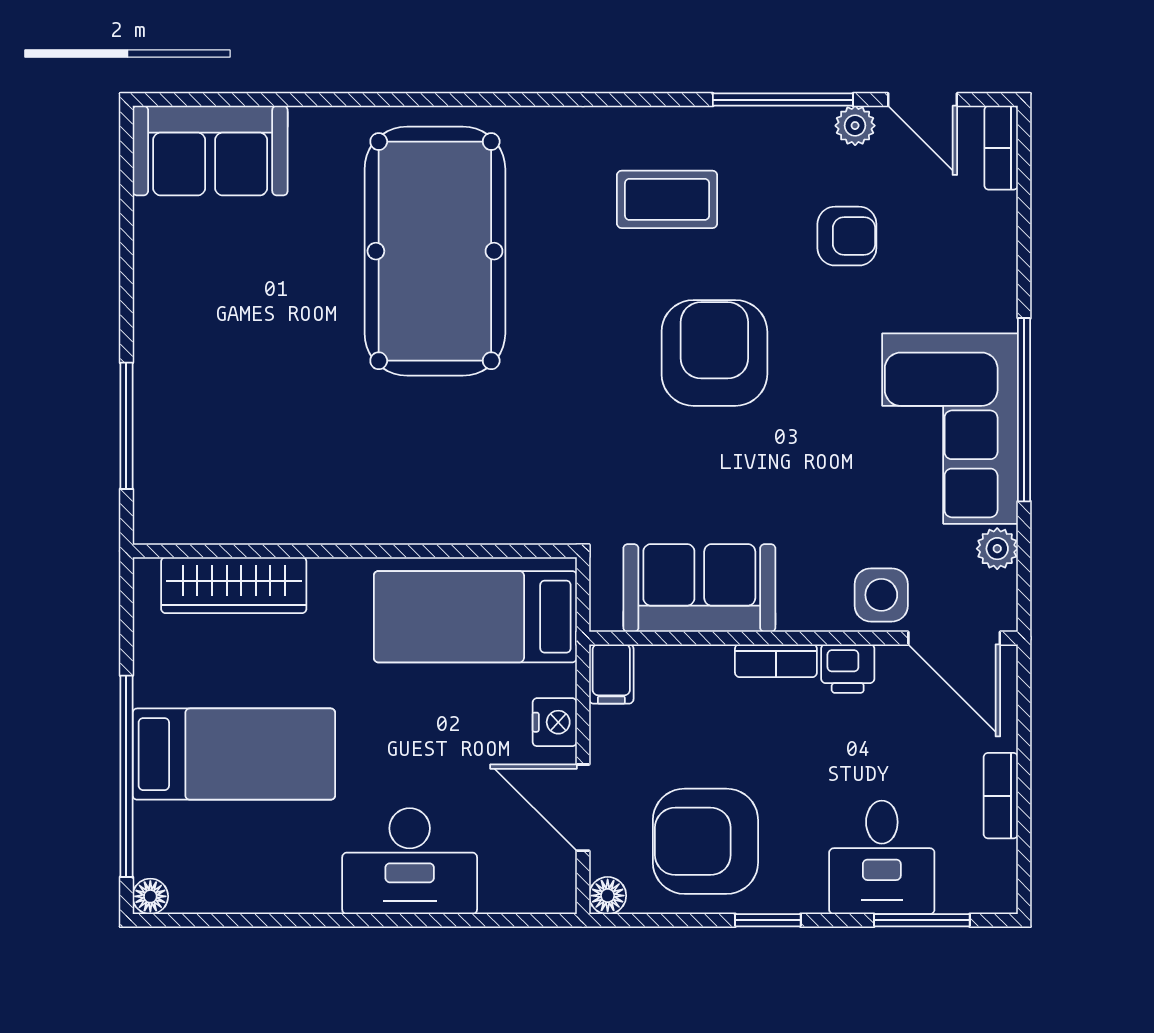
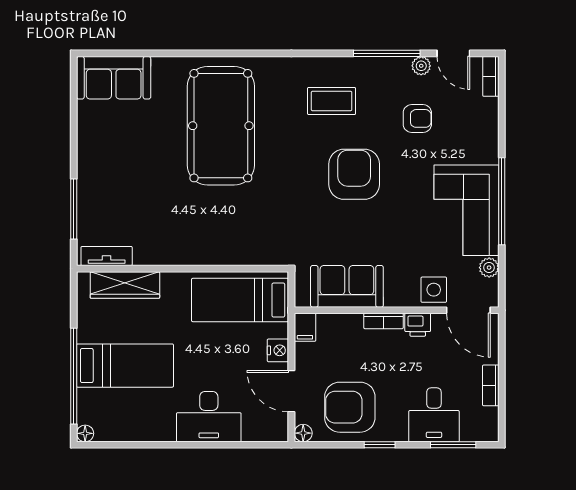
tv unit: (195, 524) -> (107, 256), added

